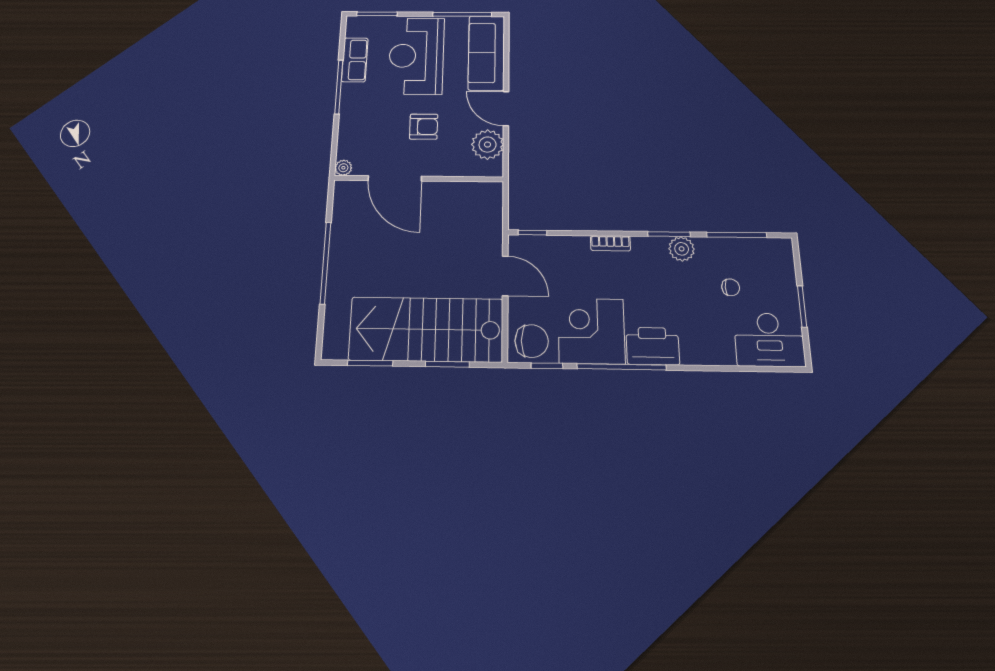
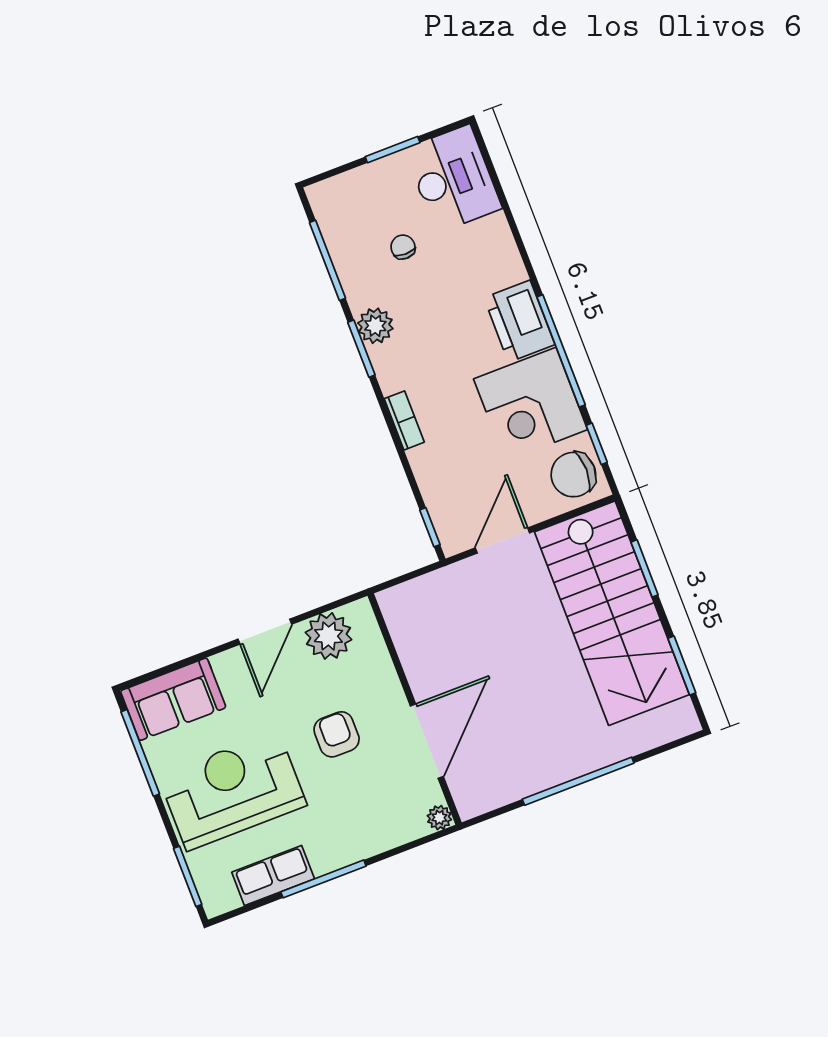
sofa: (486, 53) -> (173, 699), width x0.73
reception desk: (416, 56) -> (233, 791), turned 180
chair: (532, 341) -> (573, 475), turned -90

